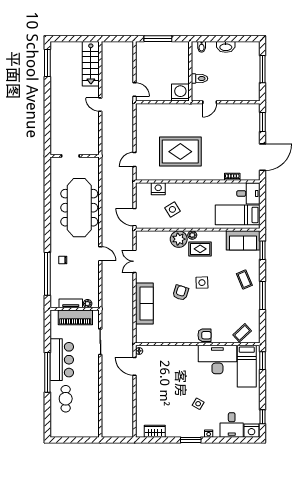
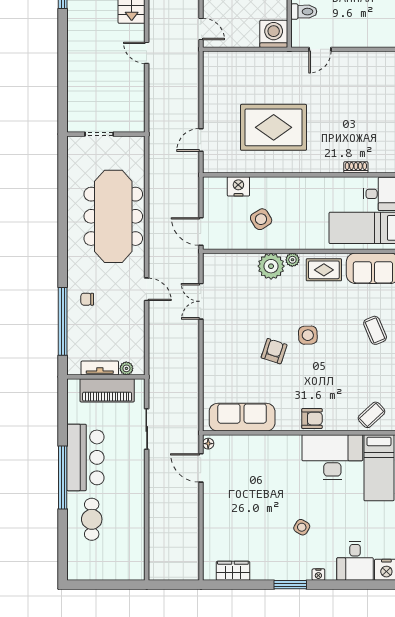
rug: (200, 249) -> (324, 270), moved
sofa: (144, 303) -> (242, 417), moved, turned -90

